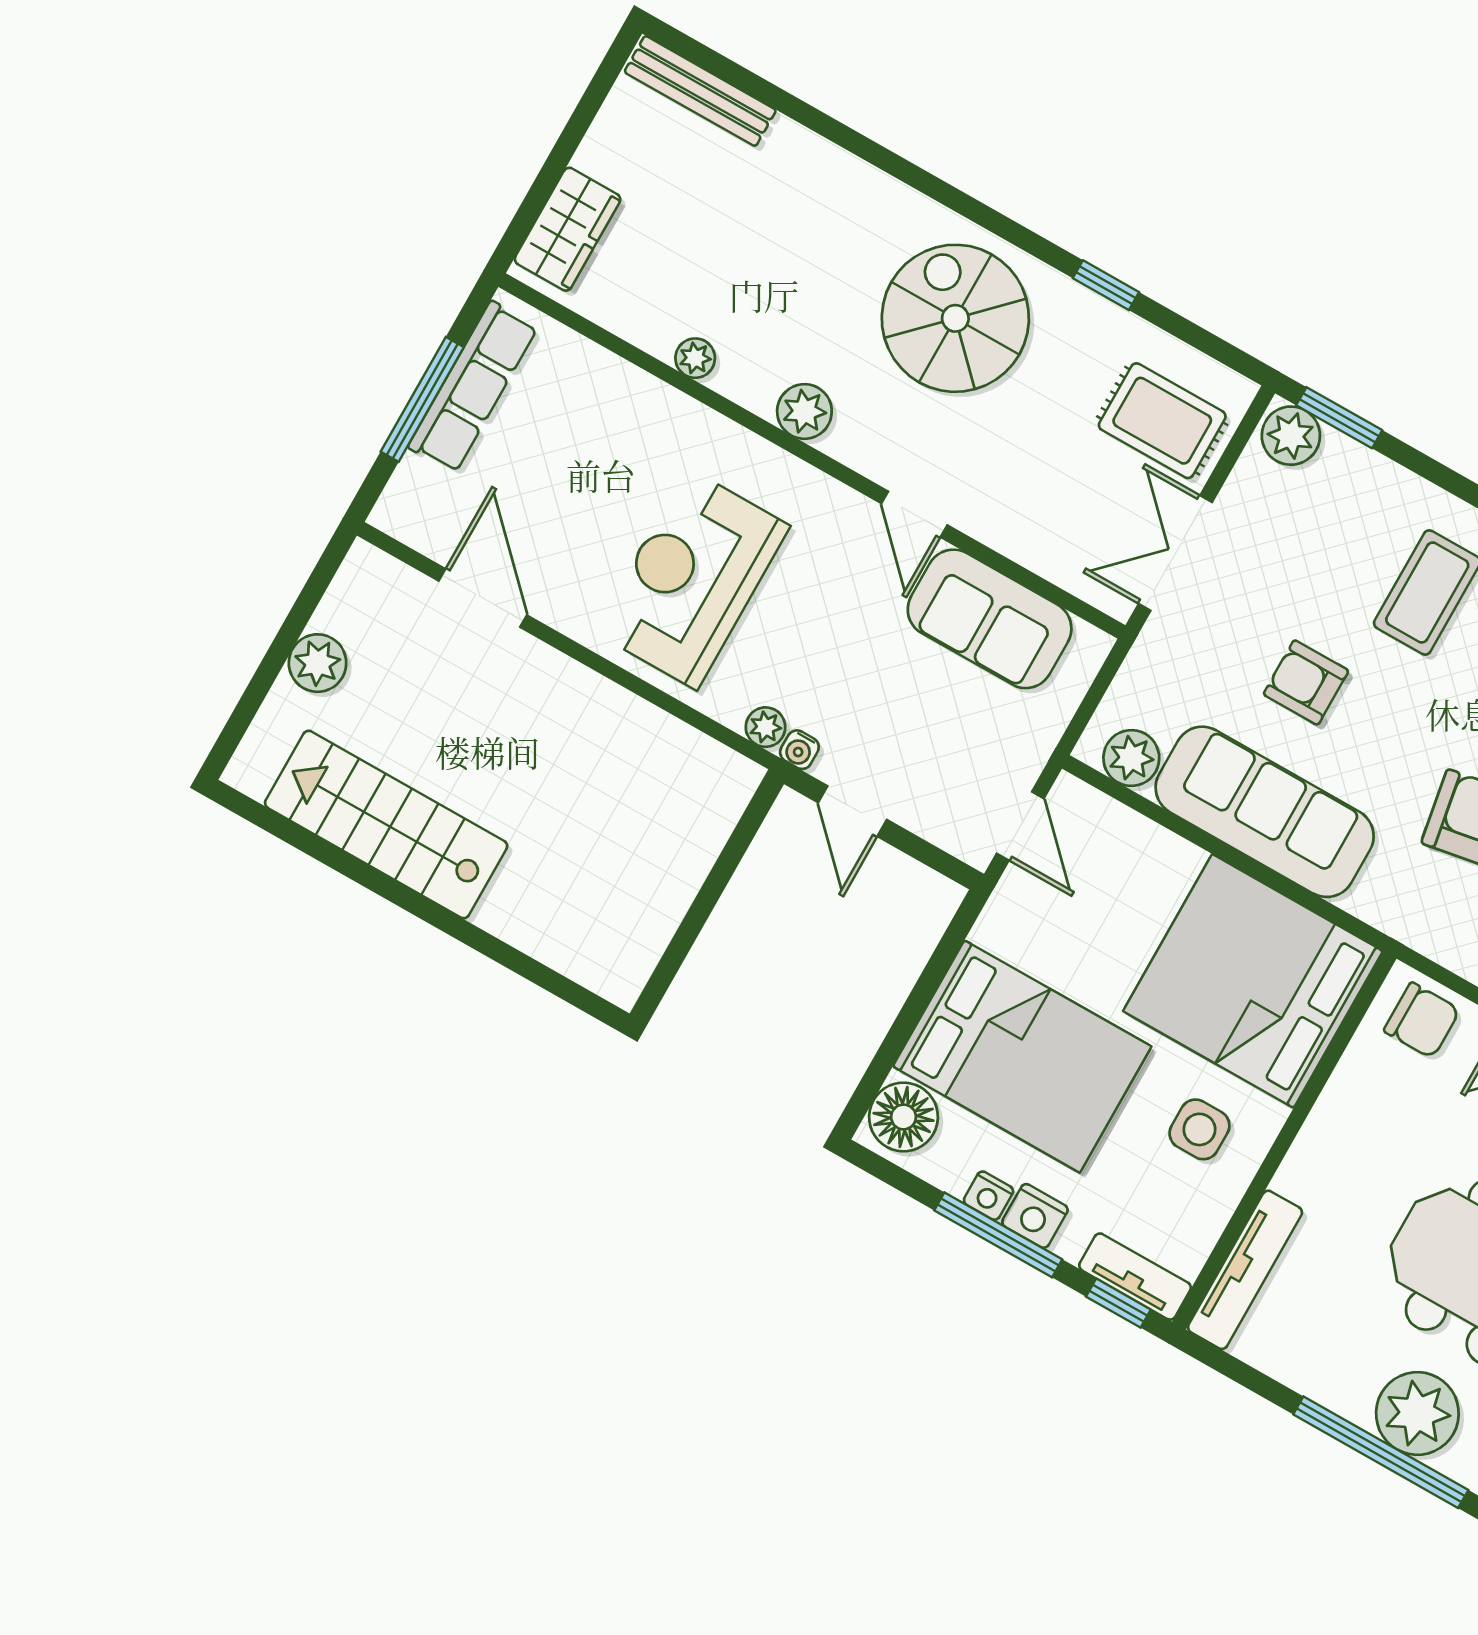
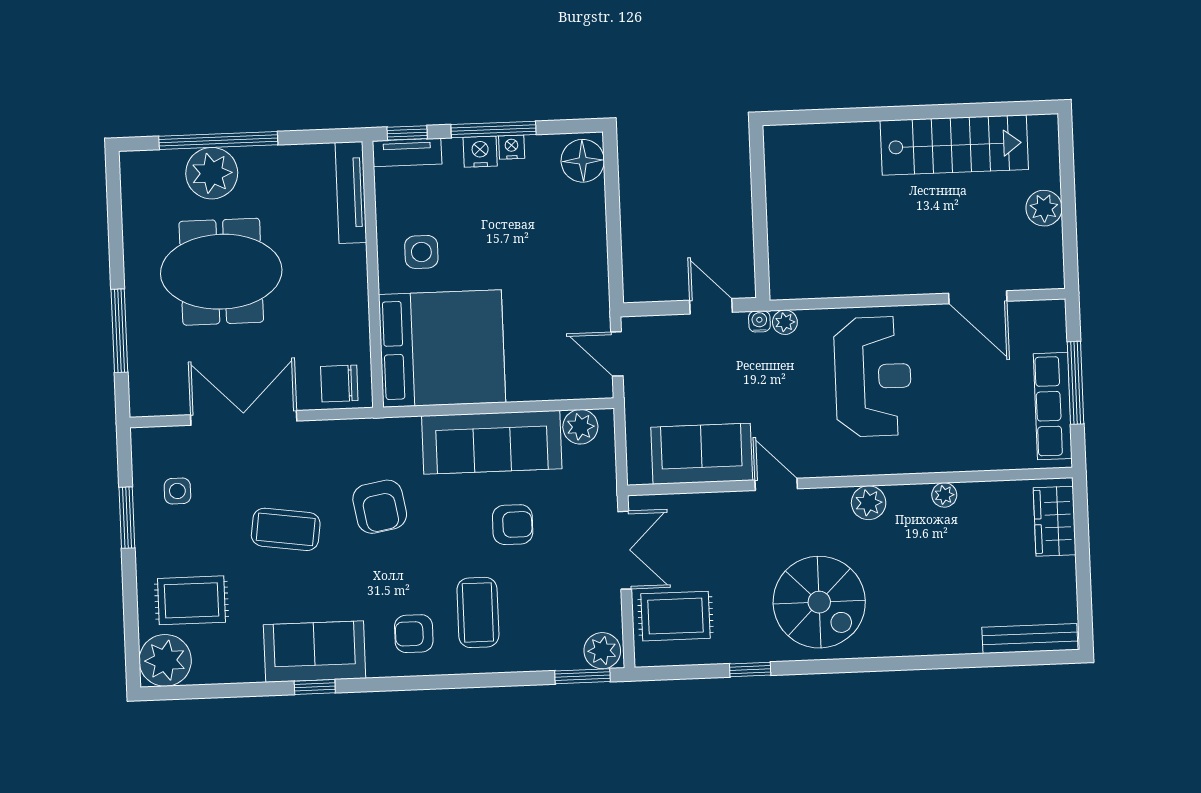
bed: (1022, 1056) -> (540, 232), removed

